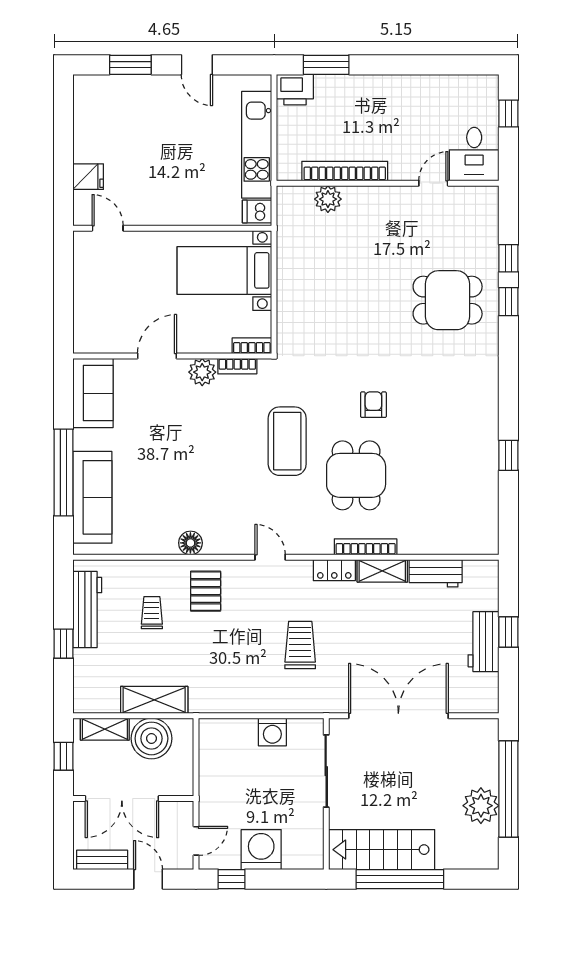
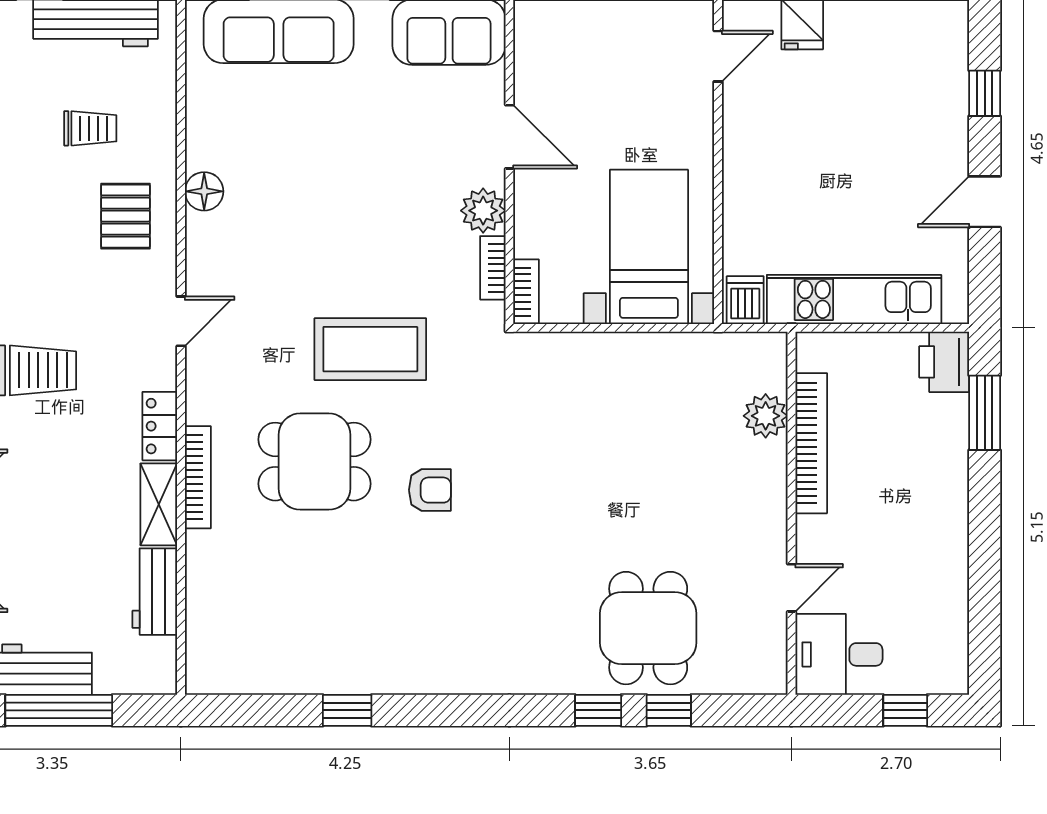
window: (130, 65) -> (985, 93), width x0.67
door: (433, 183) -> (791, 588), hinge flipped
dining table: (448, 300) -> (648, 628), moved
pallet: (206, 591) -> (125, 216), turned 90
window: (508, 632) -> (59, 710), width x2.17

